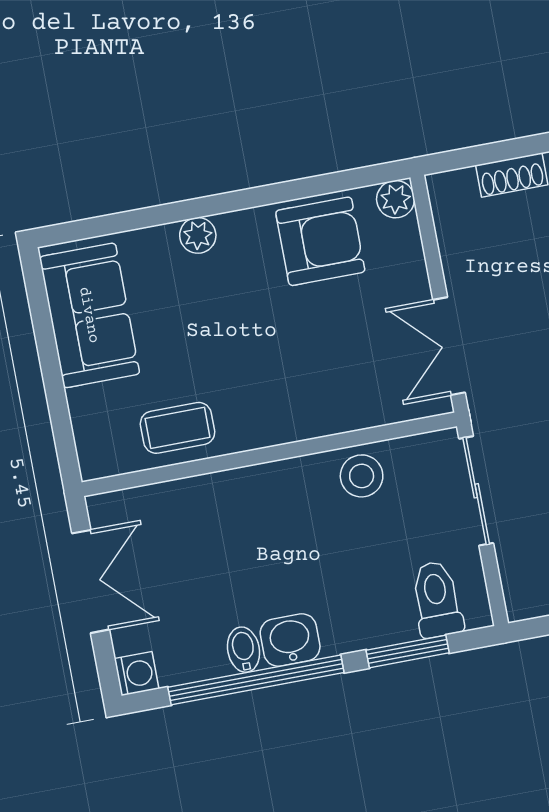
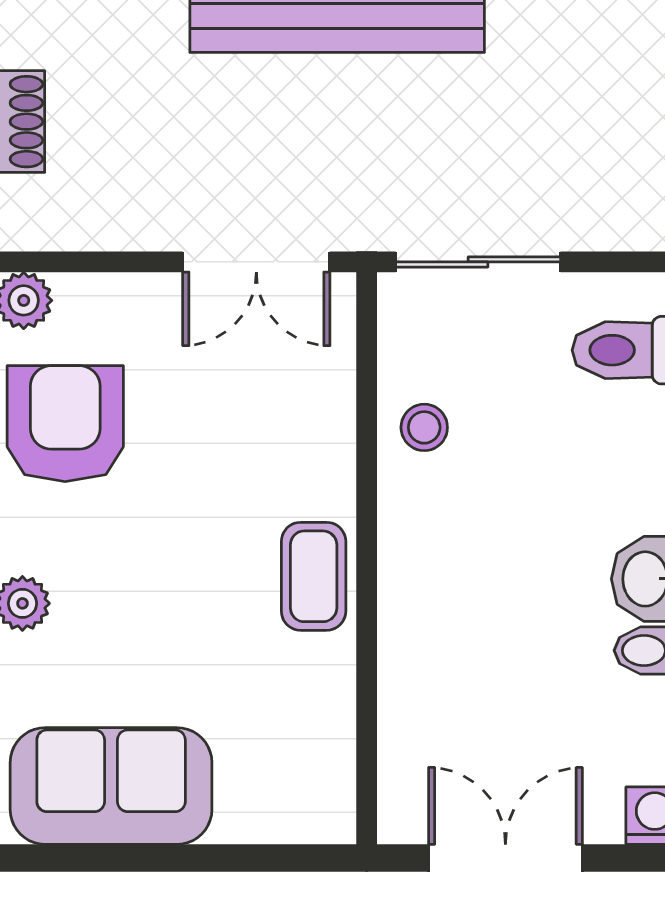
coffee table: (178, 428) -> (314, 576), moved
stool: (362, 476) -> (424, 427), width x0.73, depth x0.73

